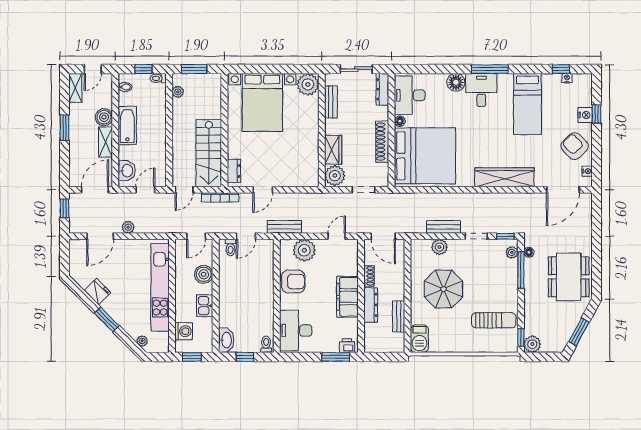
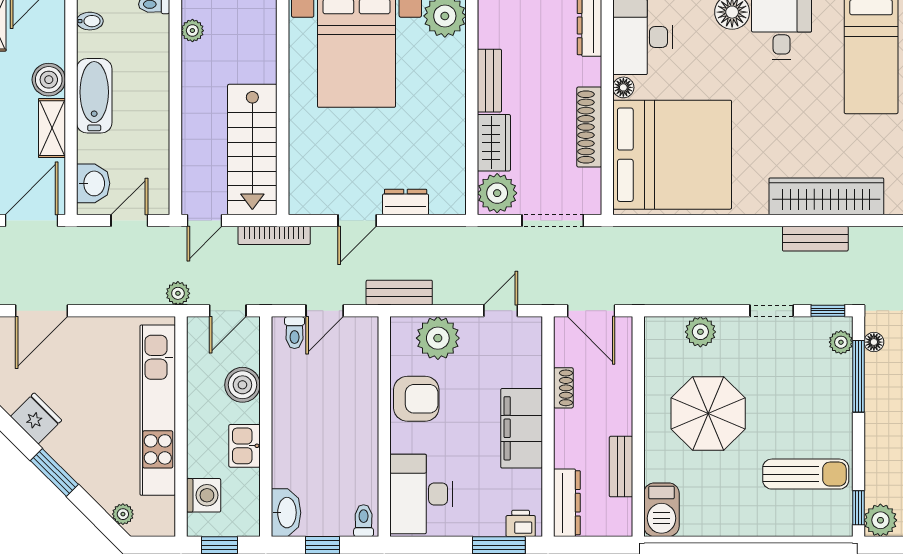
bench: (331, 102) -> (489, 81), moved
dresser: (234, 171) -> (406, 202), moved, turned -90
doorway: (363, 190) -> (553, 221), width x1.38
plant: (128, 227) -> (178, 293), moved
bench: (443, 227) -> (815, 239), moved
dresser: (371, 305) -> (567, 503), moved

